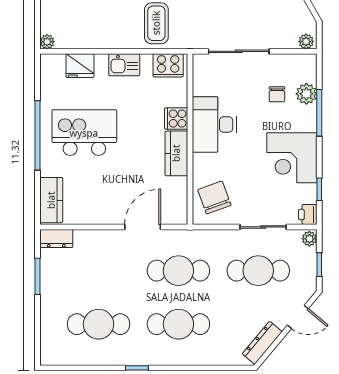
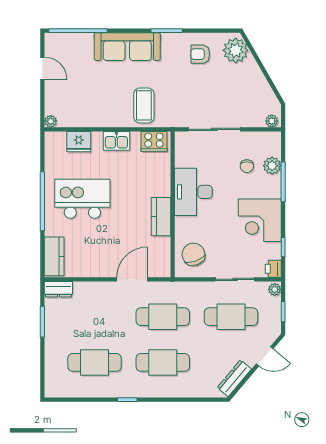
cooker: (176, 119) -> (161, 187), removed

